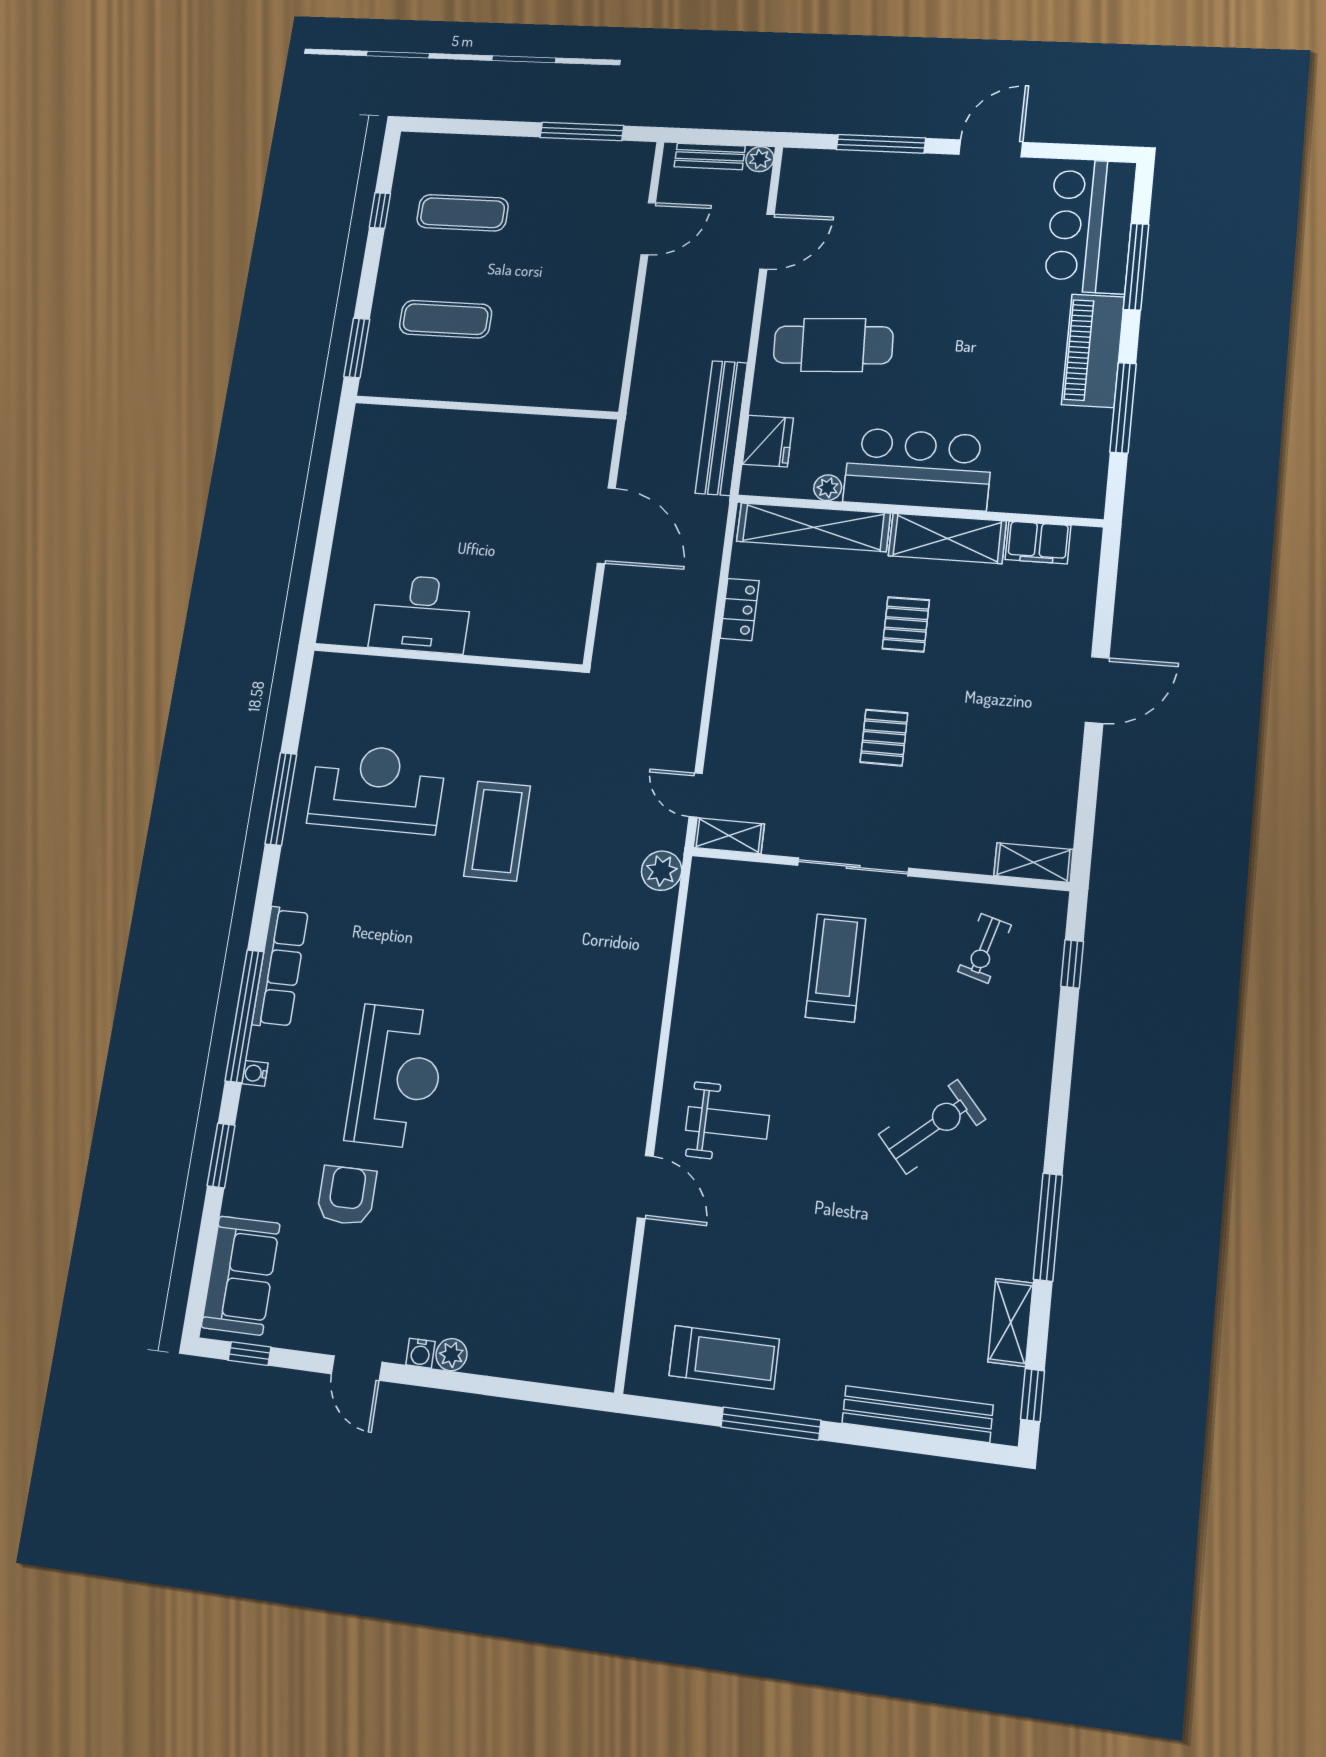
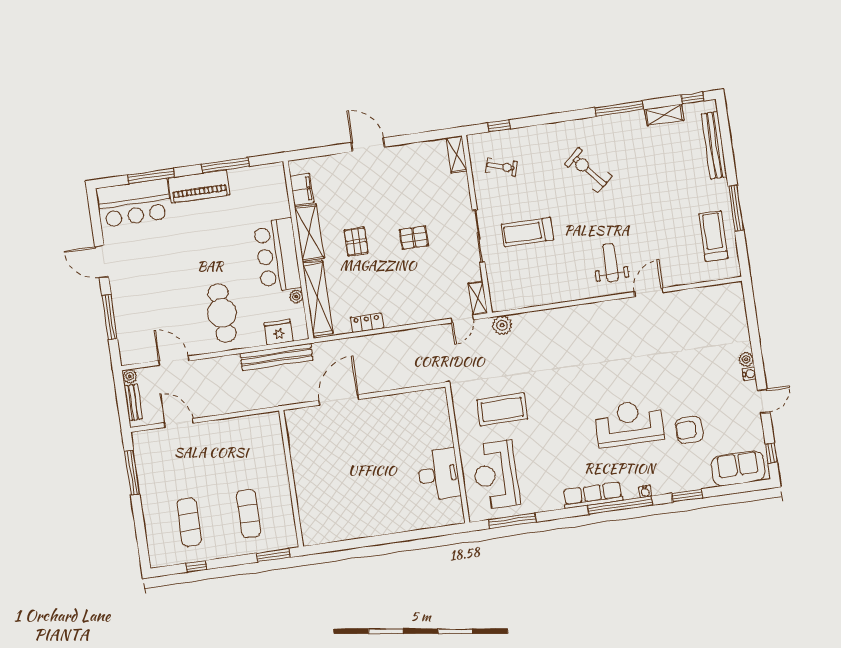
desk: (421, 614) -> (439, 474), moved
pallet: (906, 624) -> (356, 241), turned 90
wall: (447, 658) -> (457, 455), moved

